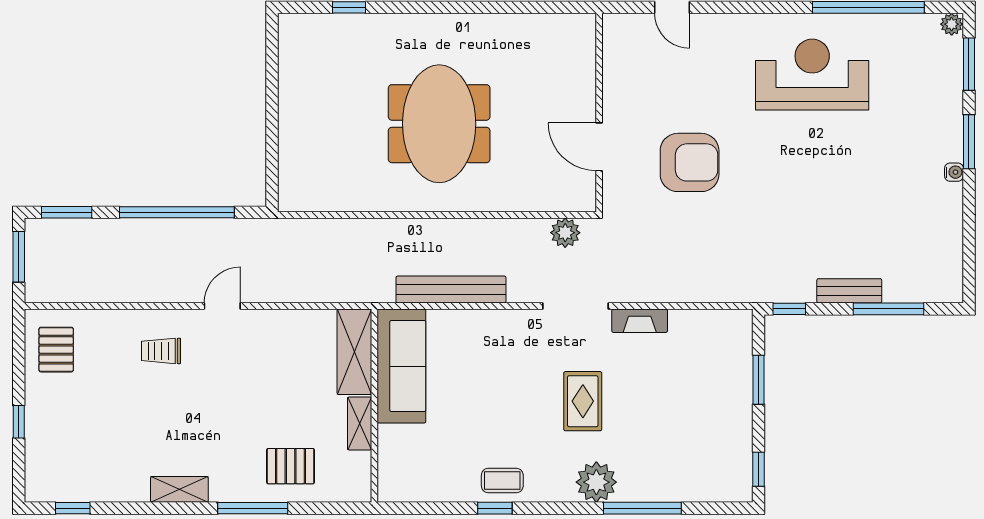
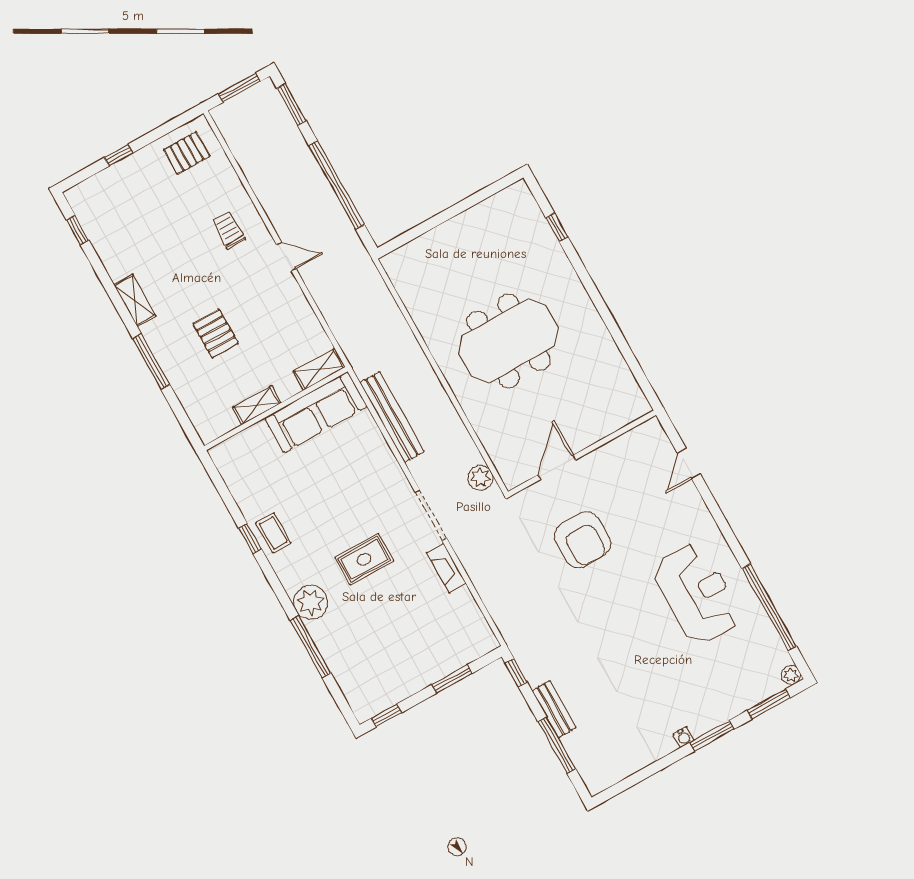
shelving: (354, 352) -> (319, 369), width x0.67, depth x0.75
pallet: (291, 466) -> (216, 334), moved

